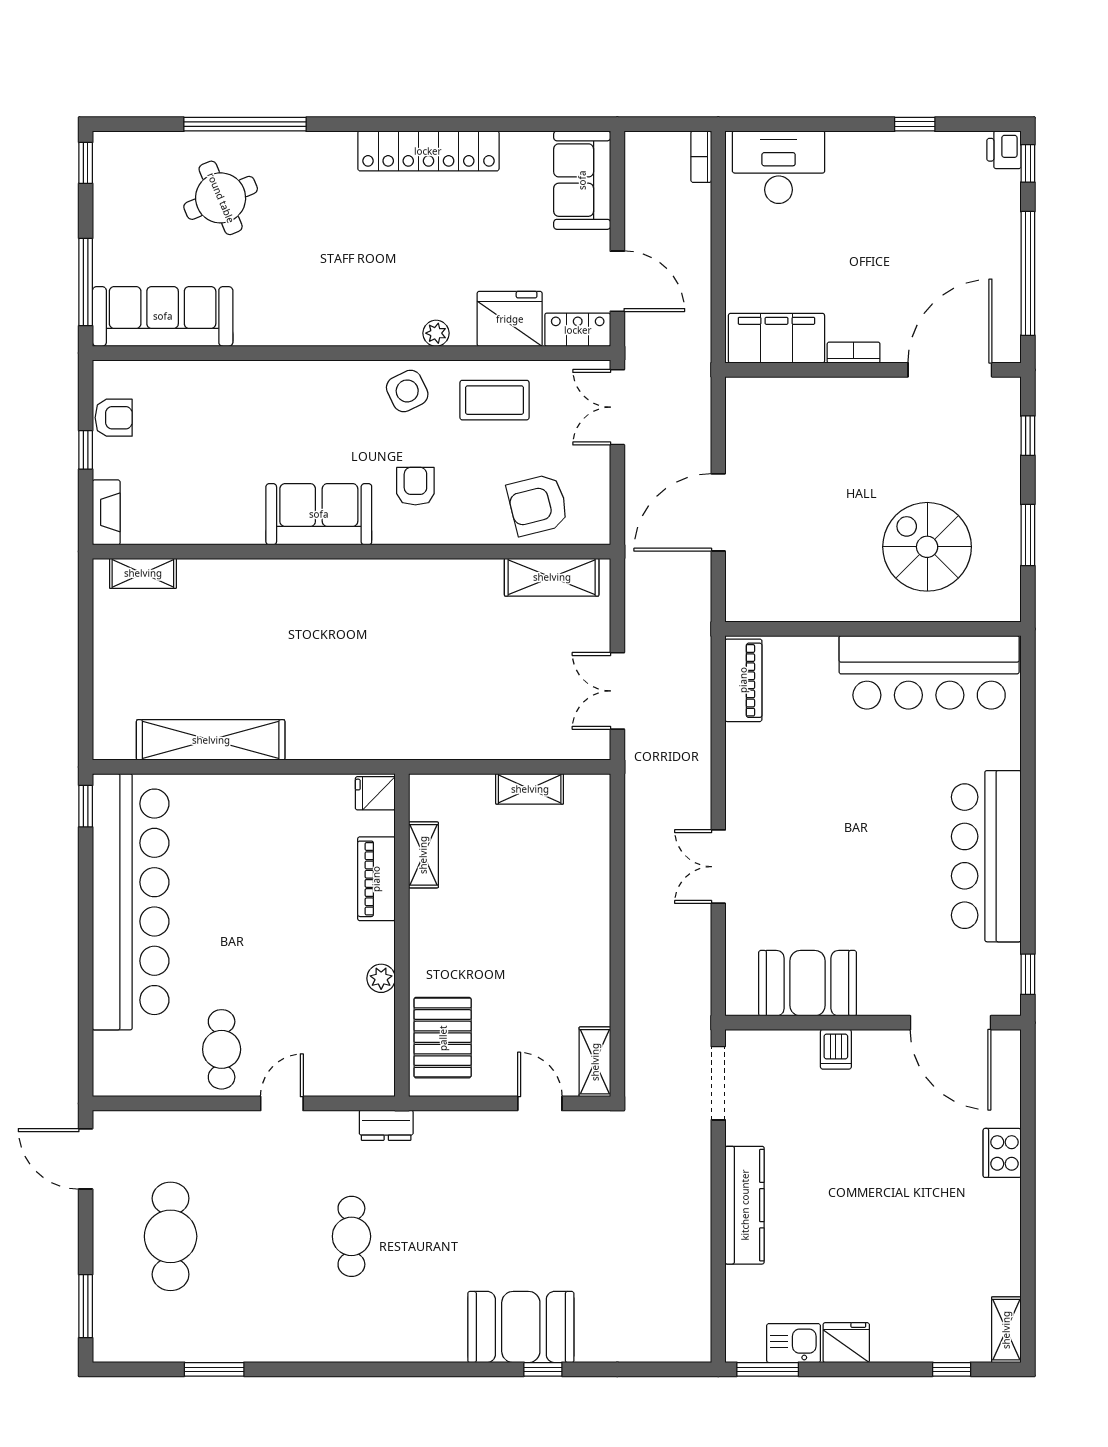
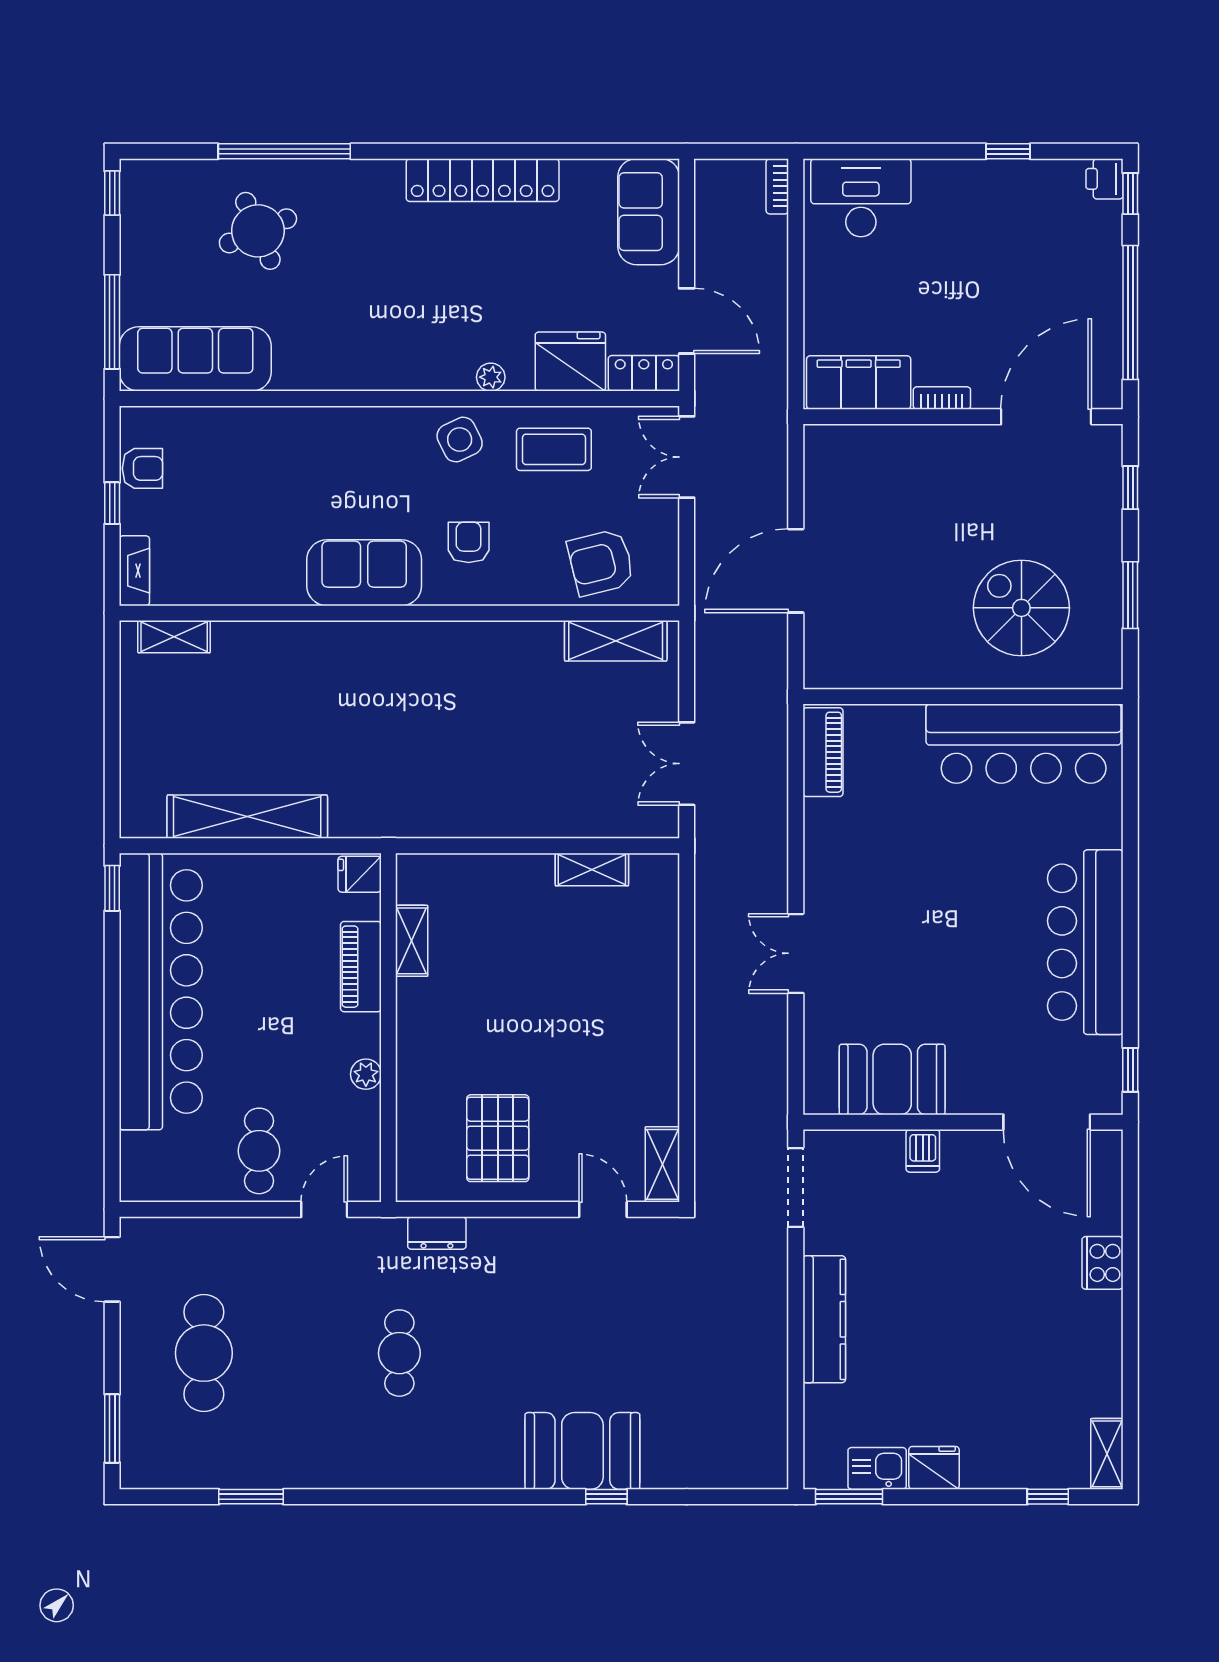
fridge: (375, 793) -> (360, 874), moved
shelving: (423, 855) -> (412, 941), moved
piano: (376, 879) -> (361, 967), moved
wall: (402, 935) -> (388, 1028), moved
plant: (381, 978) -> (366, 1074), moved

